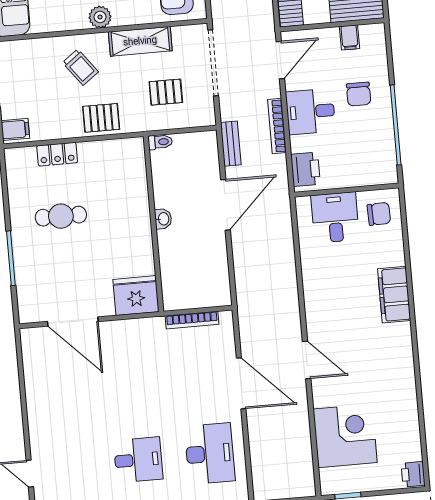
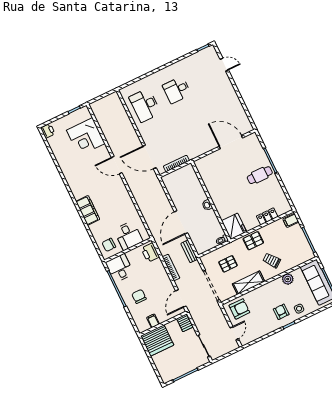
plant: (100, 17) -> (288, 279), moved
desk: (310, 112) -> (120, 268), moved, turned -90
cafe table: (61, 216) -> (260, 175), moved
fridge: (136, 296) -> (234, 226), moved, turned -90
door: (241, 383) -> (149, 157), moved

